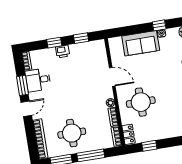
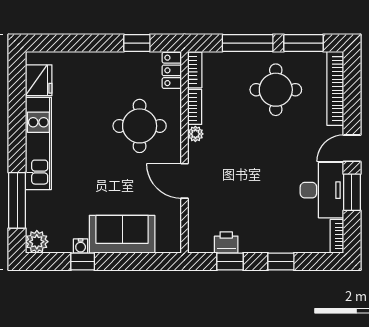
printer: (63, 52) -> (226, 242), moved
desk: (38, 80) -> (322, 190), width x1.37

